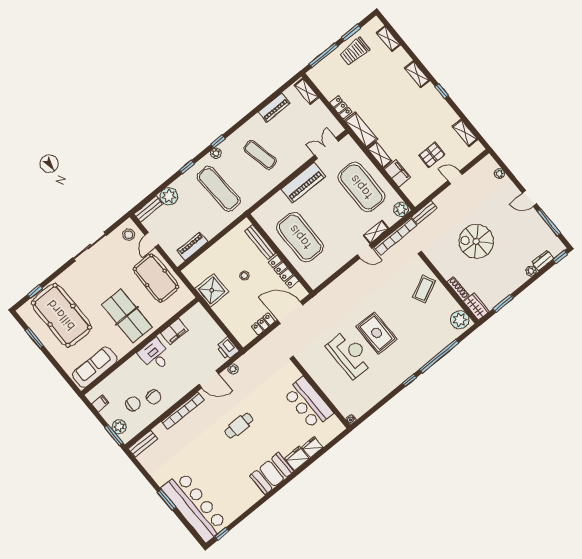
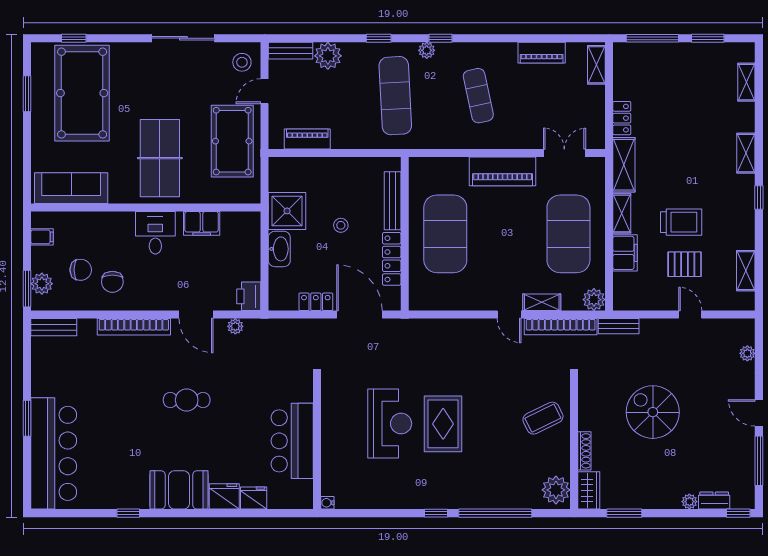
trolley: (355, 52) -> (681, 222), moved, turned 180
washbasin: (223, 312) -> (279, 249), added
window: (222, 534) -> (128, 513), moved

